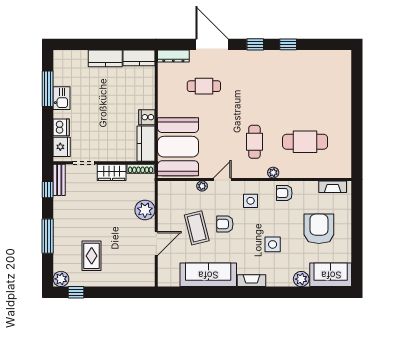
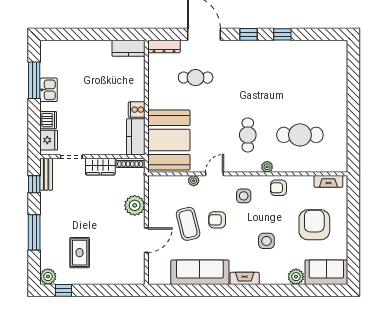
kitchen counter: (105, 58) -> (94, 49), removed

